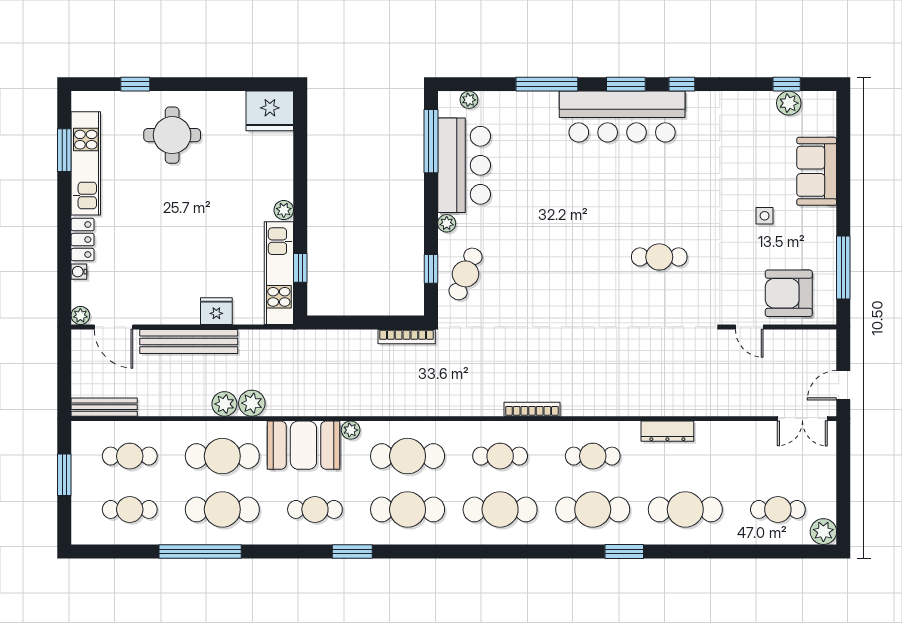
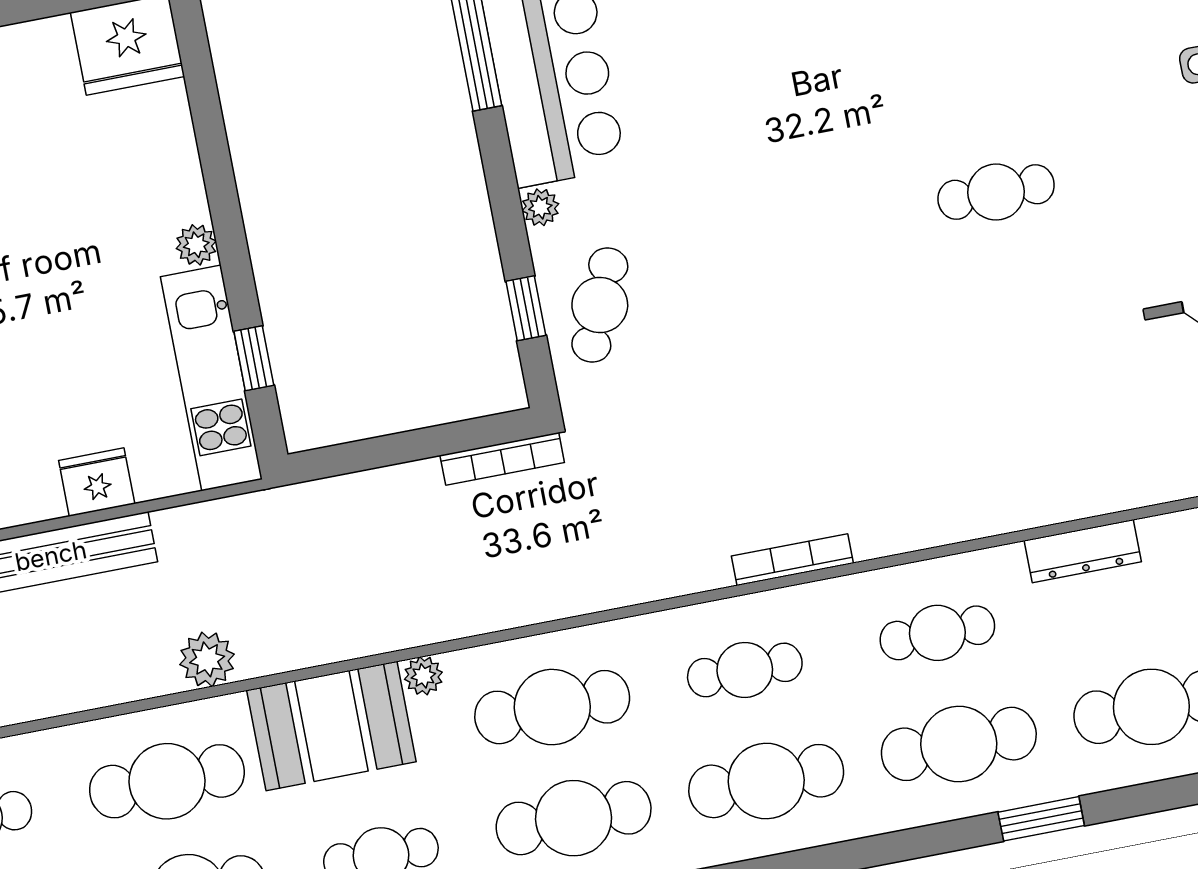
plant: (224, 404) -> (150, 672), removed

